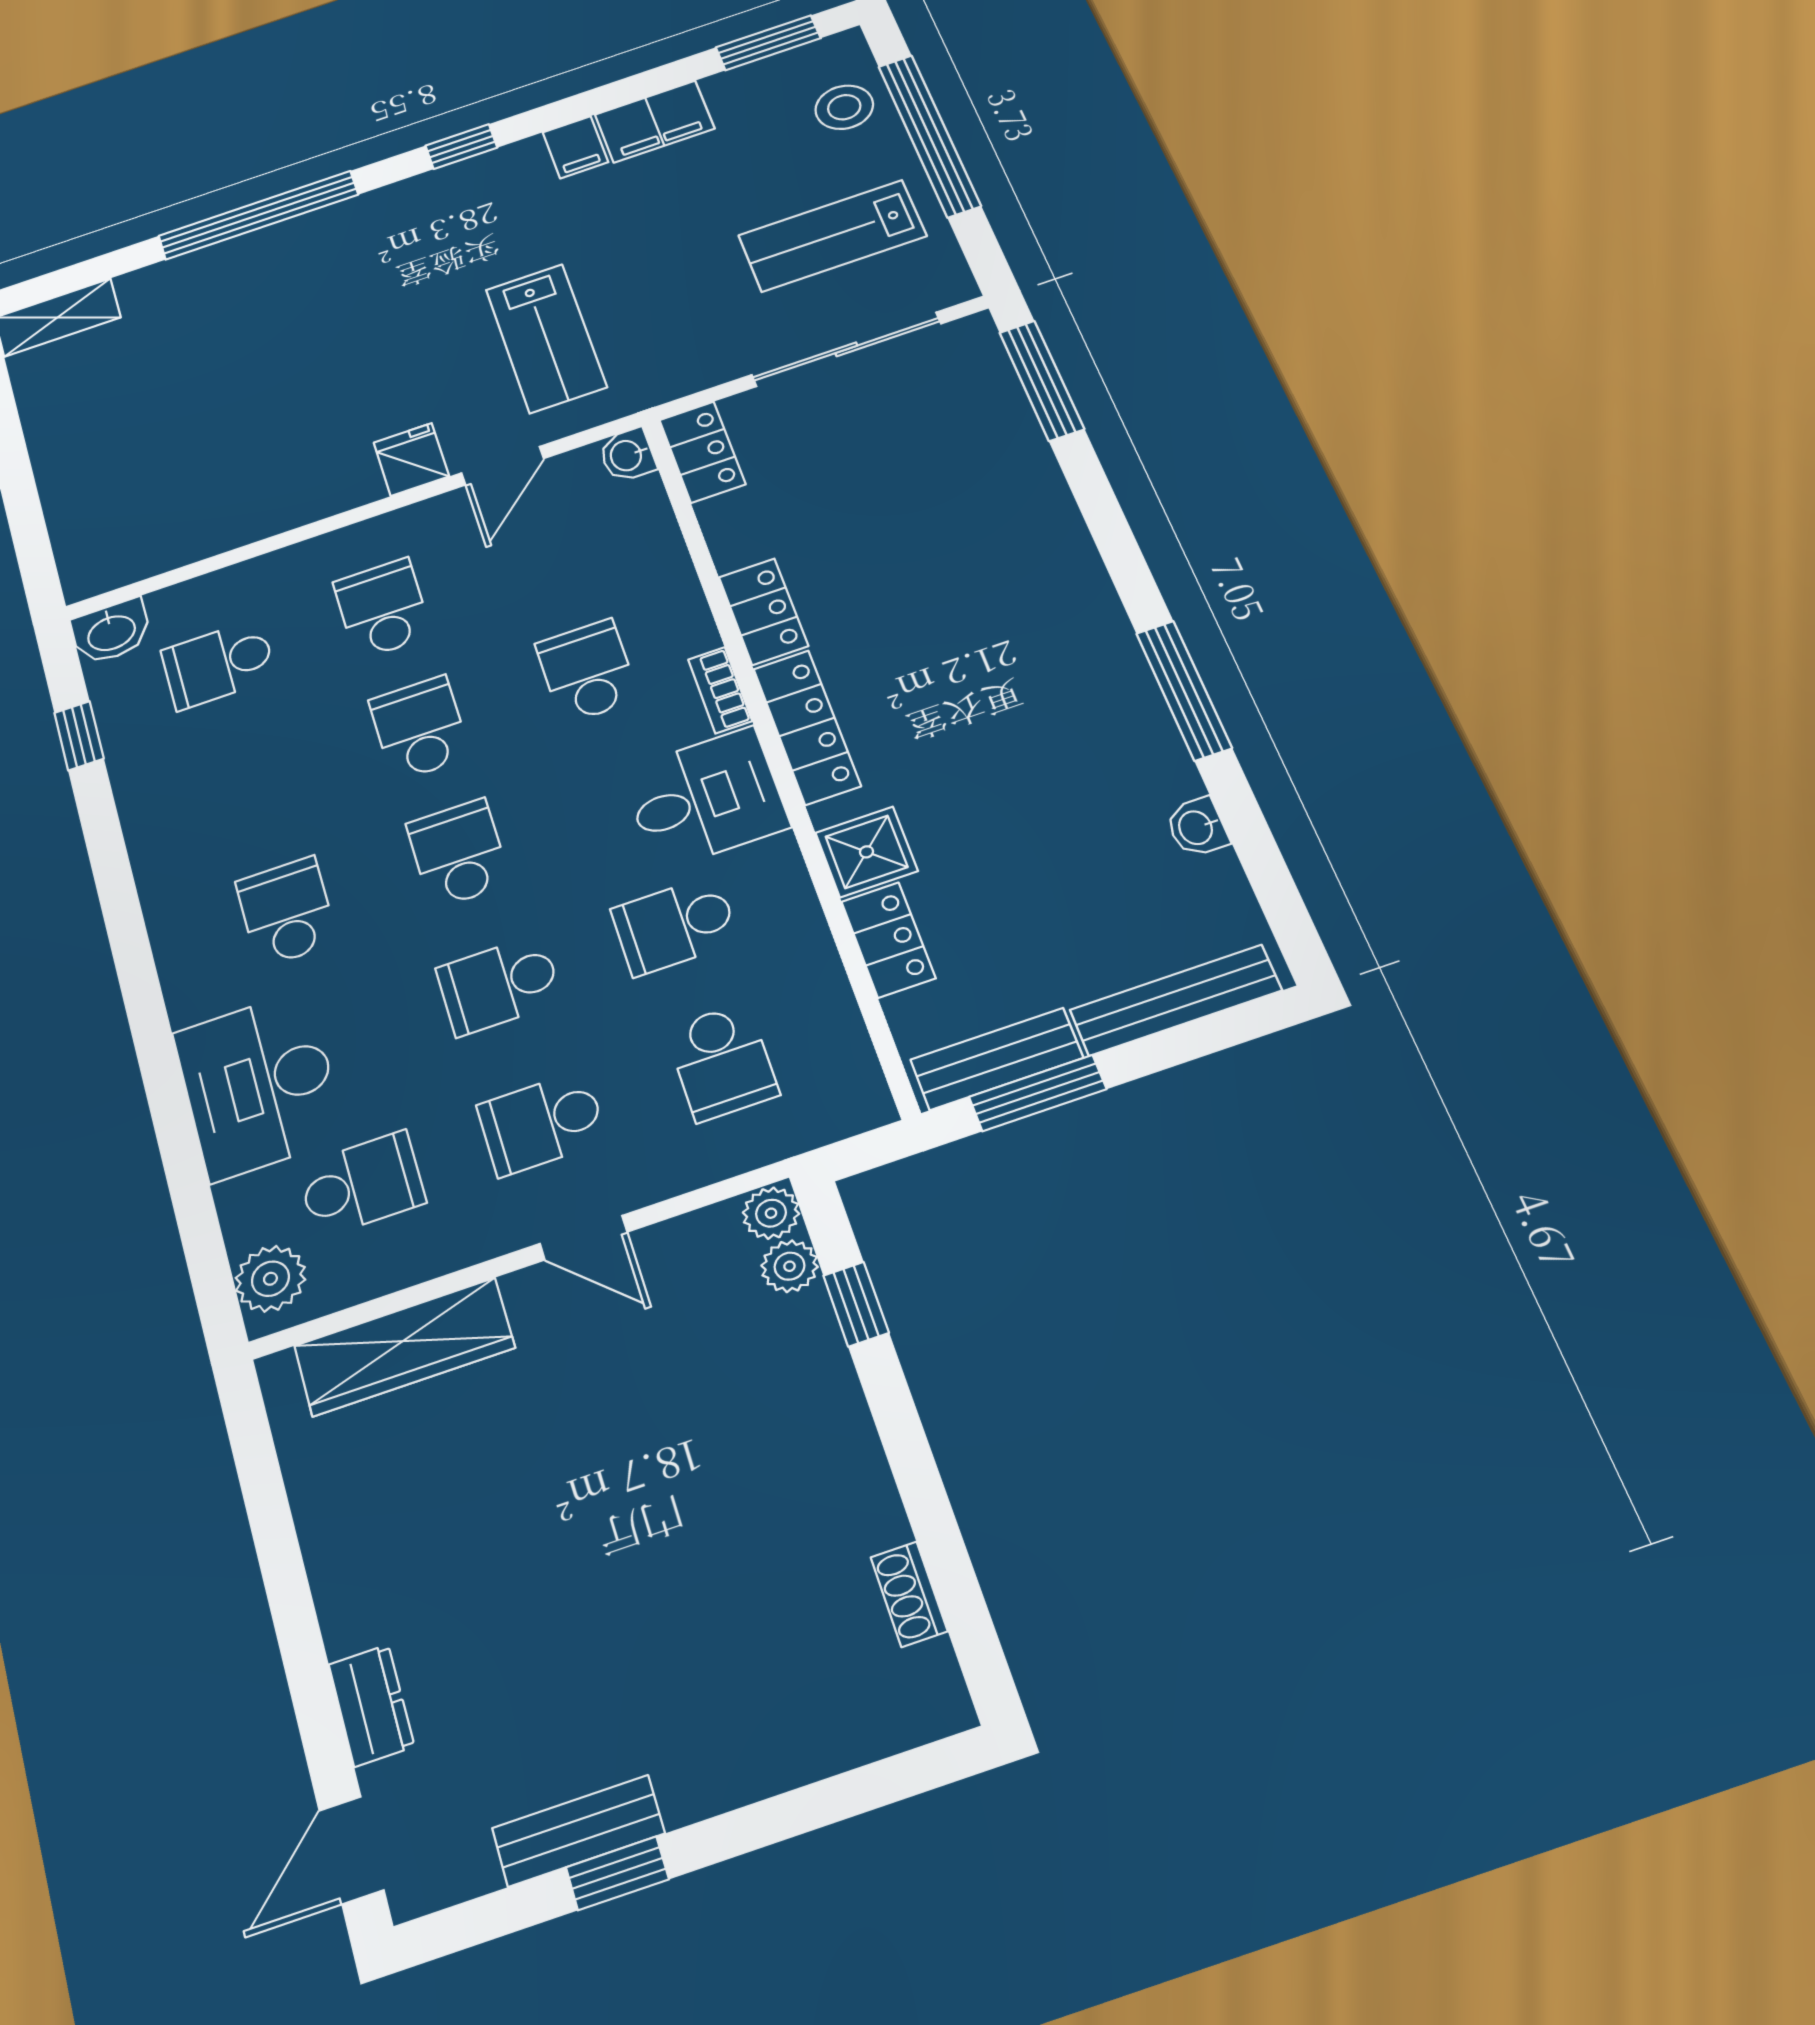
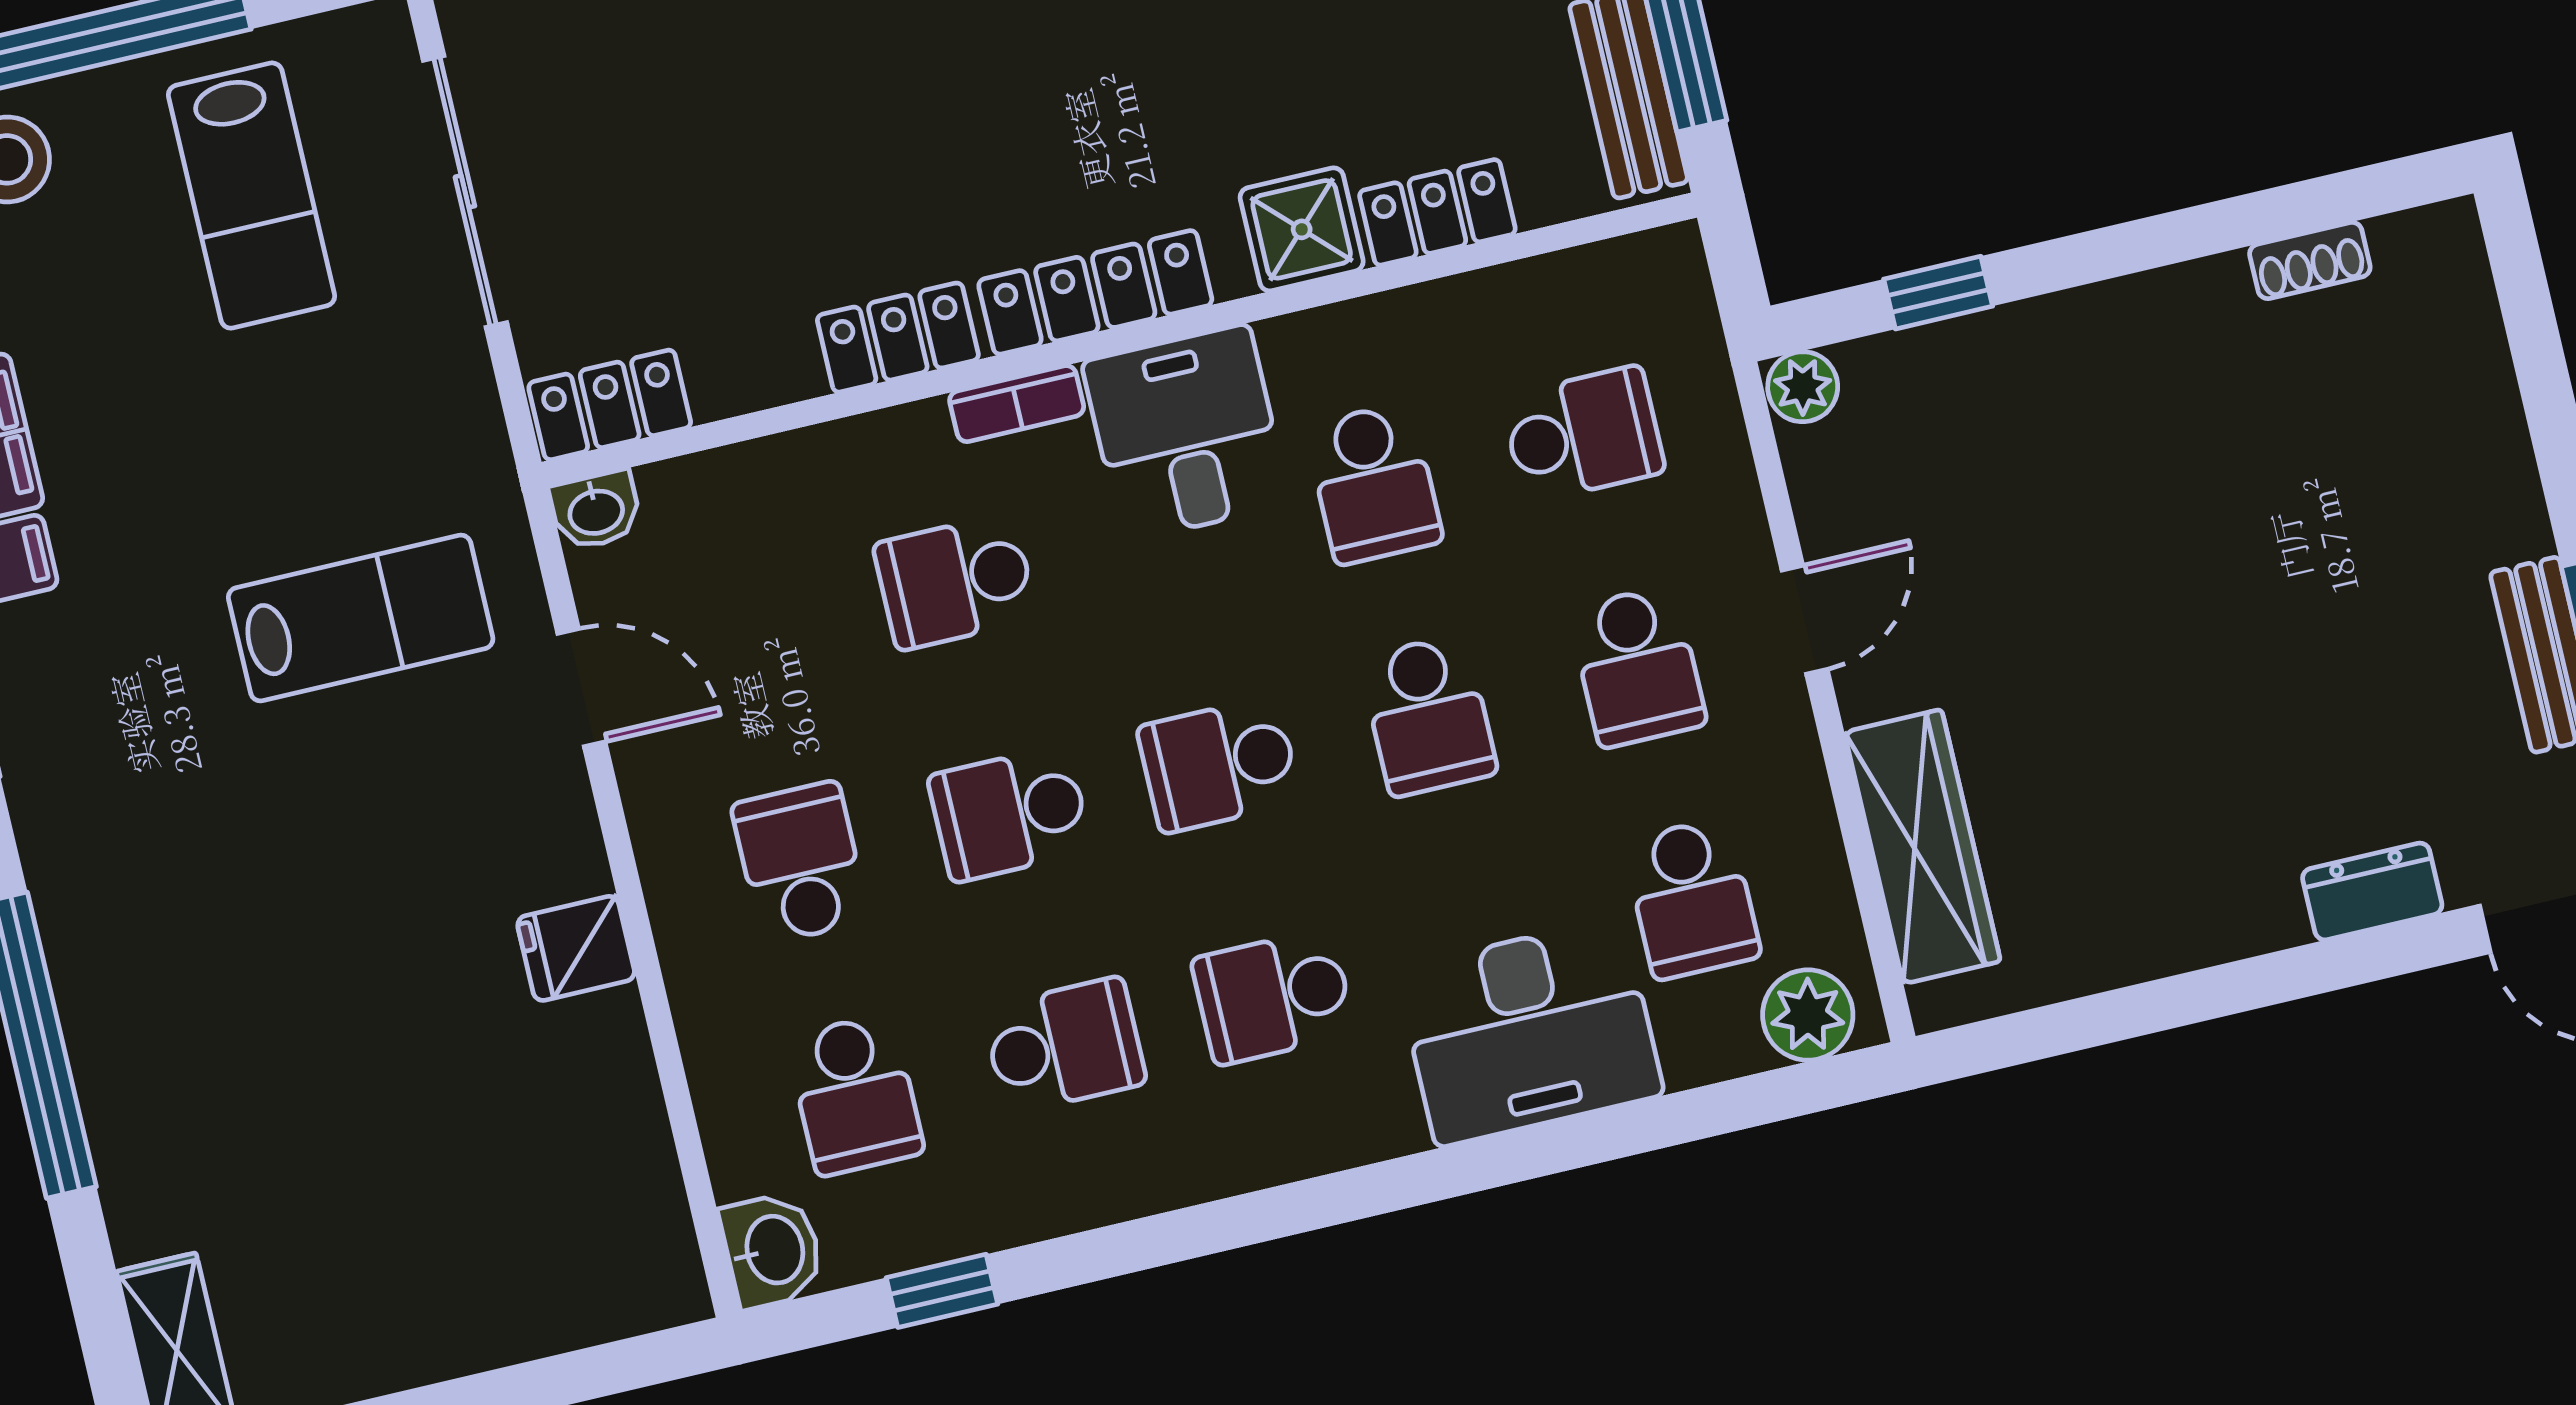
fridge: (411, 459) -> (576, 948), moved
school desk: (382, 609) -> (801, 863), turned 90
school desk: (252, 785) -> (1064, 1046), added
school desk: (362, 1184) -> (1692, 898), turned 180
plant: (790, 1266) -> (1877, 369), removed

